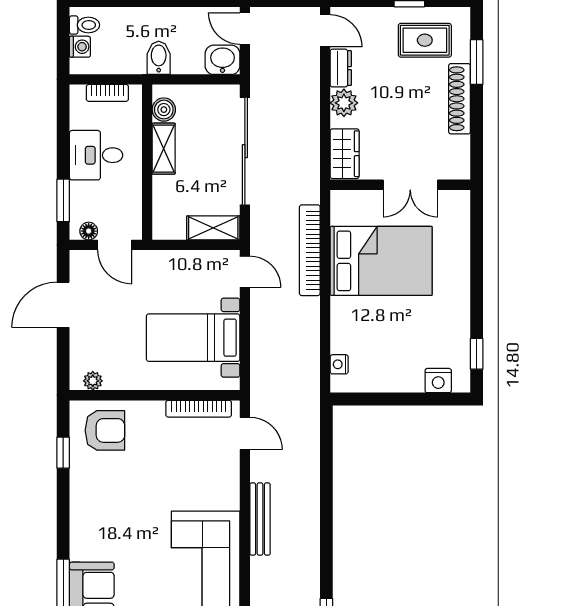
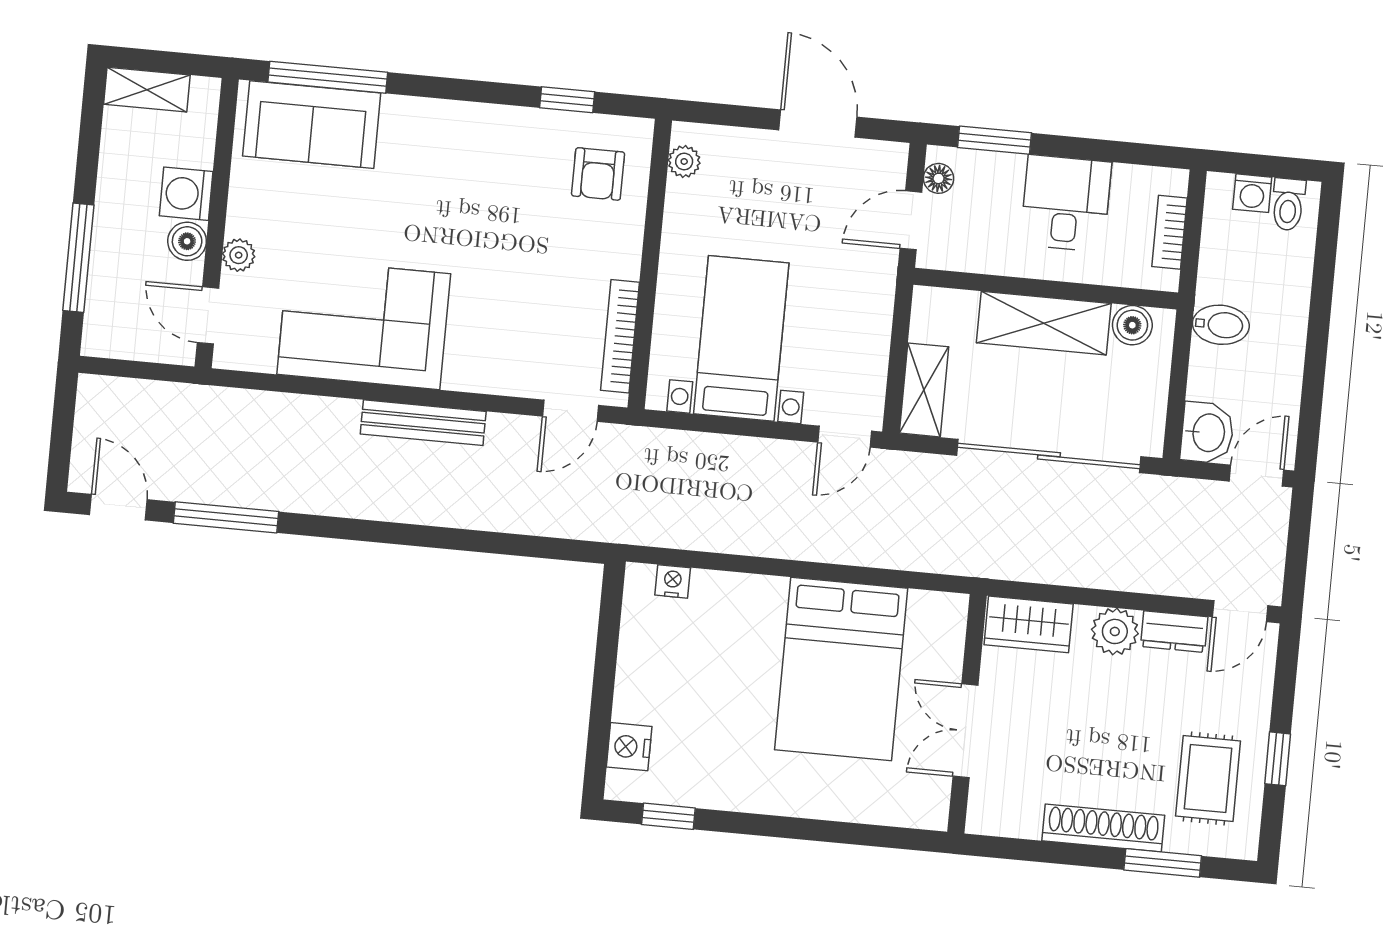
shelving: (164, 149) -> (1044, 323), width x1.50, depth x1.33
bookcase: (310, 250) -> (871, 550), removed
armchair: (105, 430) -> (598, 174), width x0.72, depth x0.72

